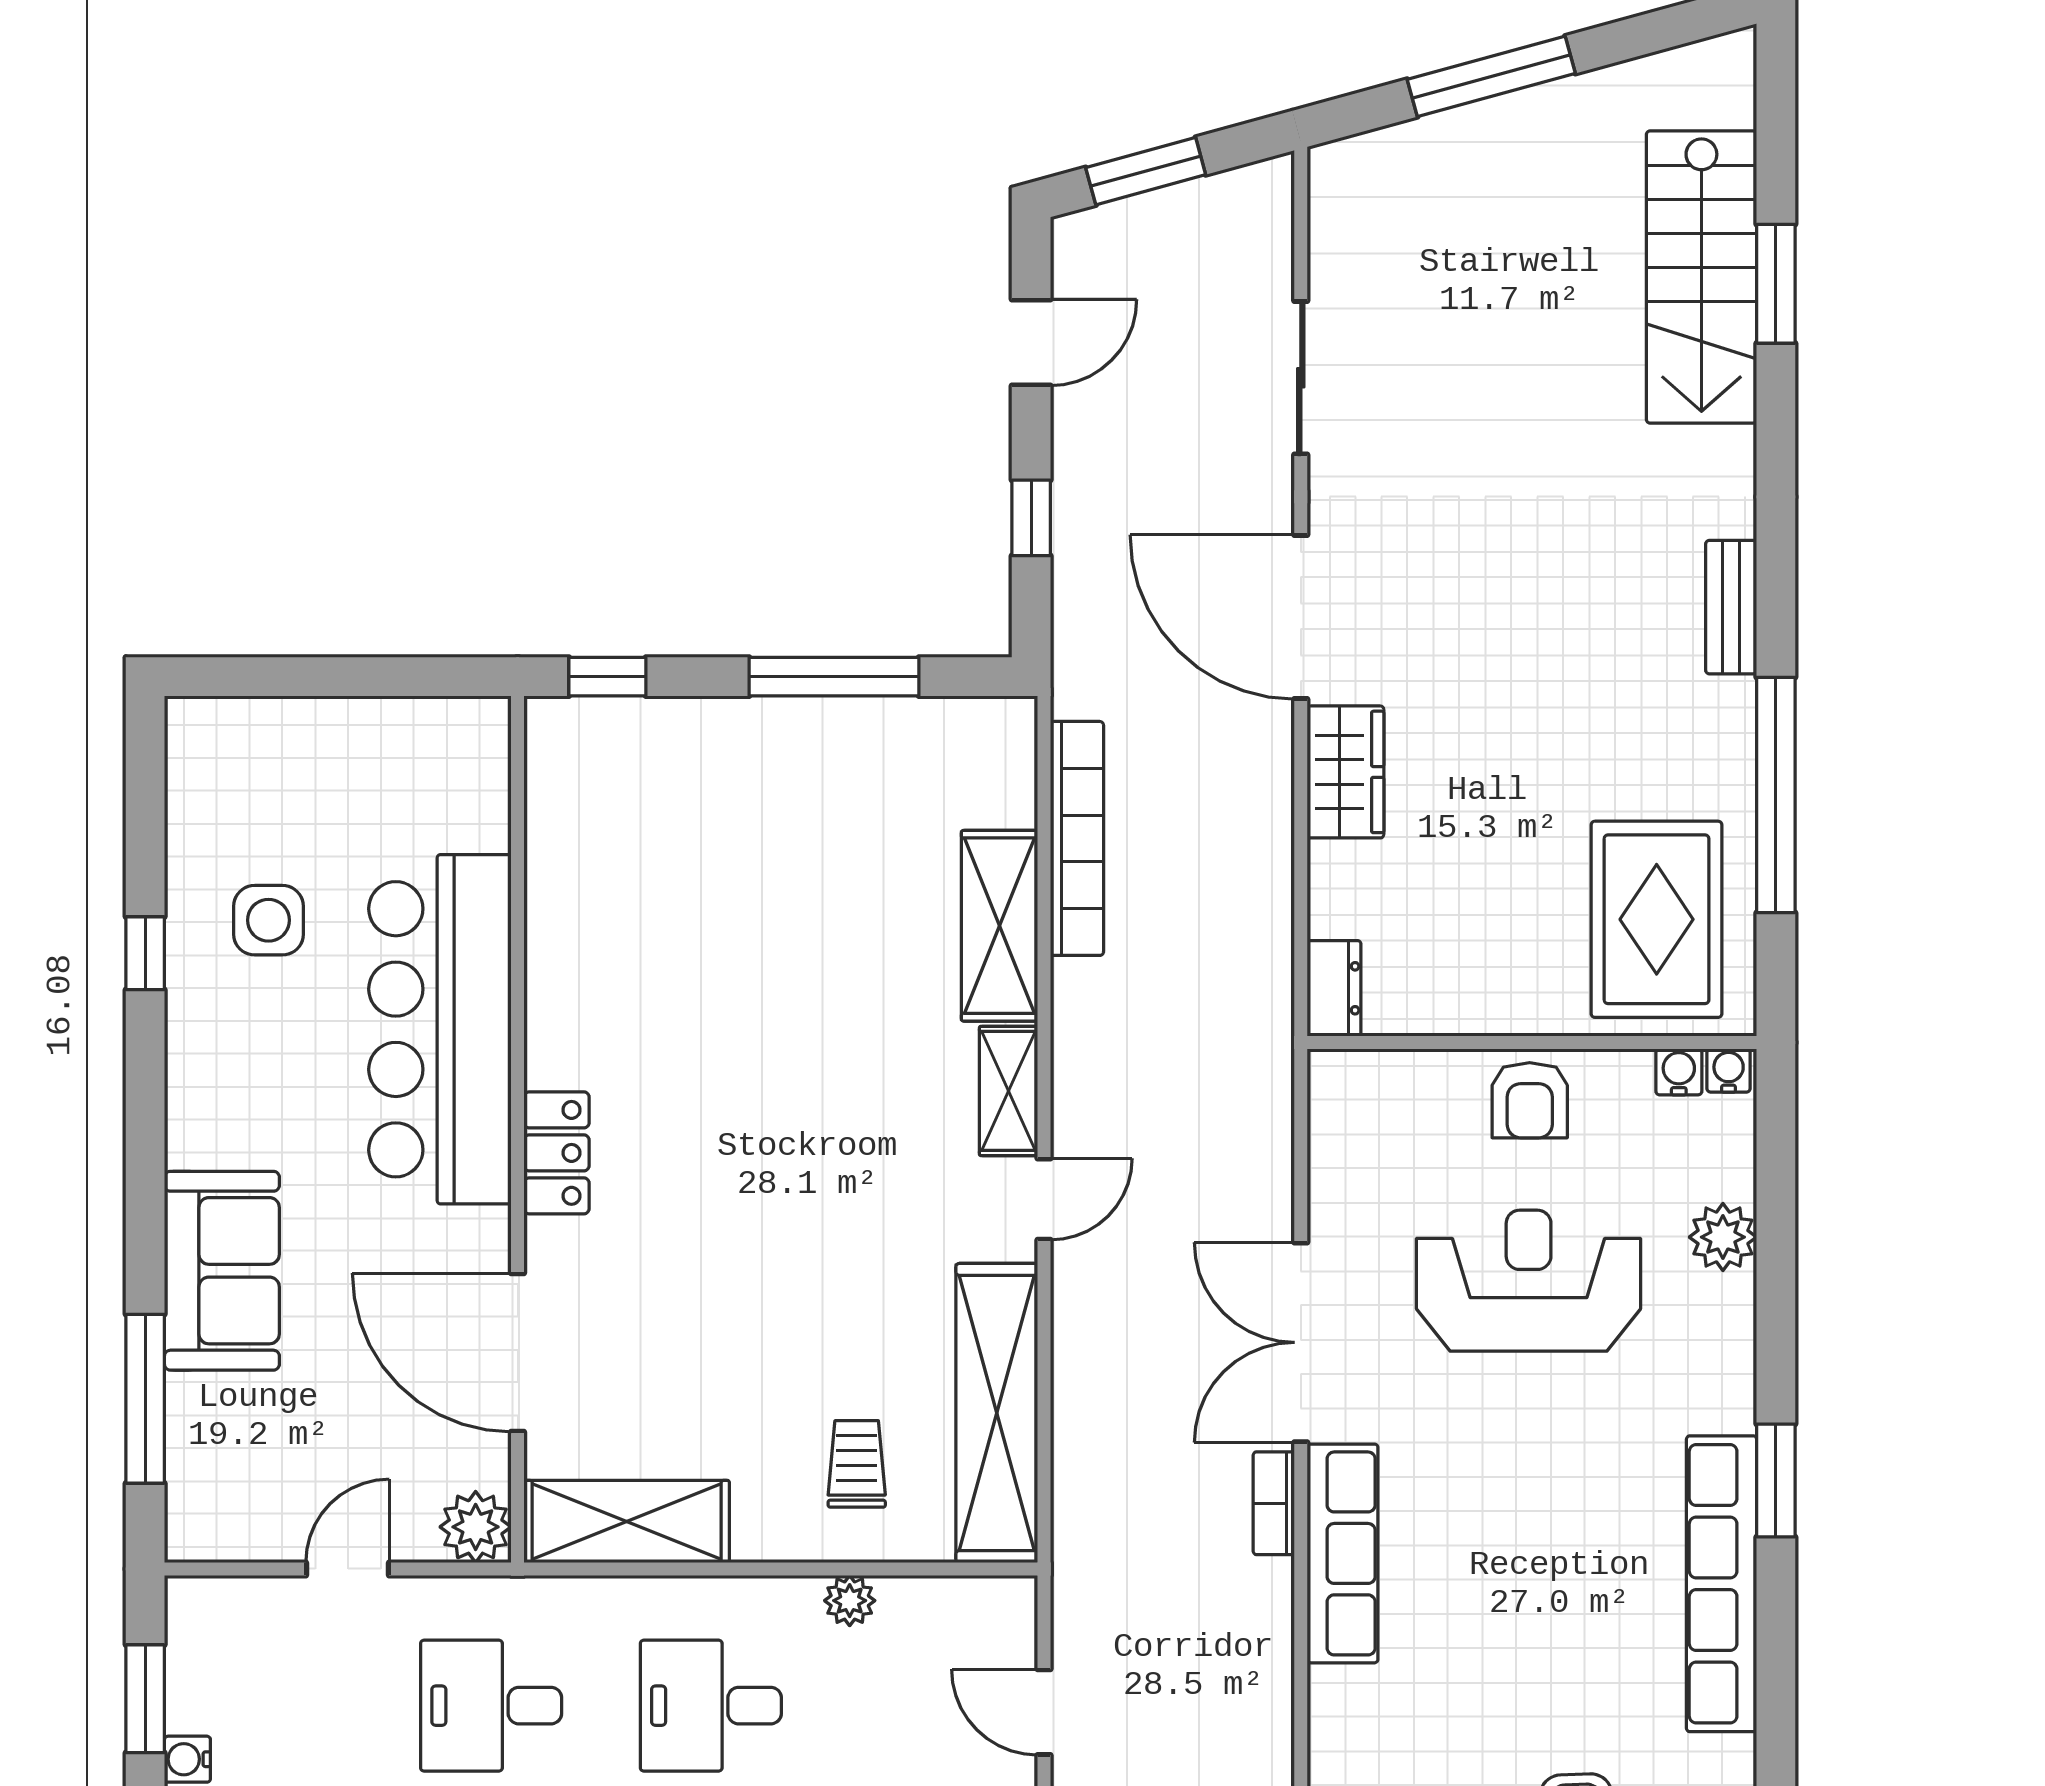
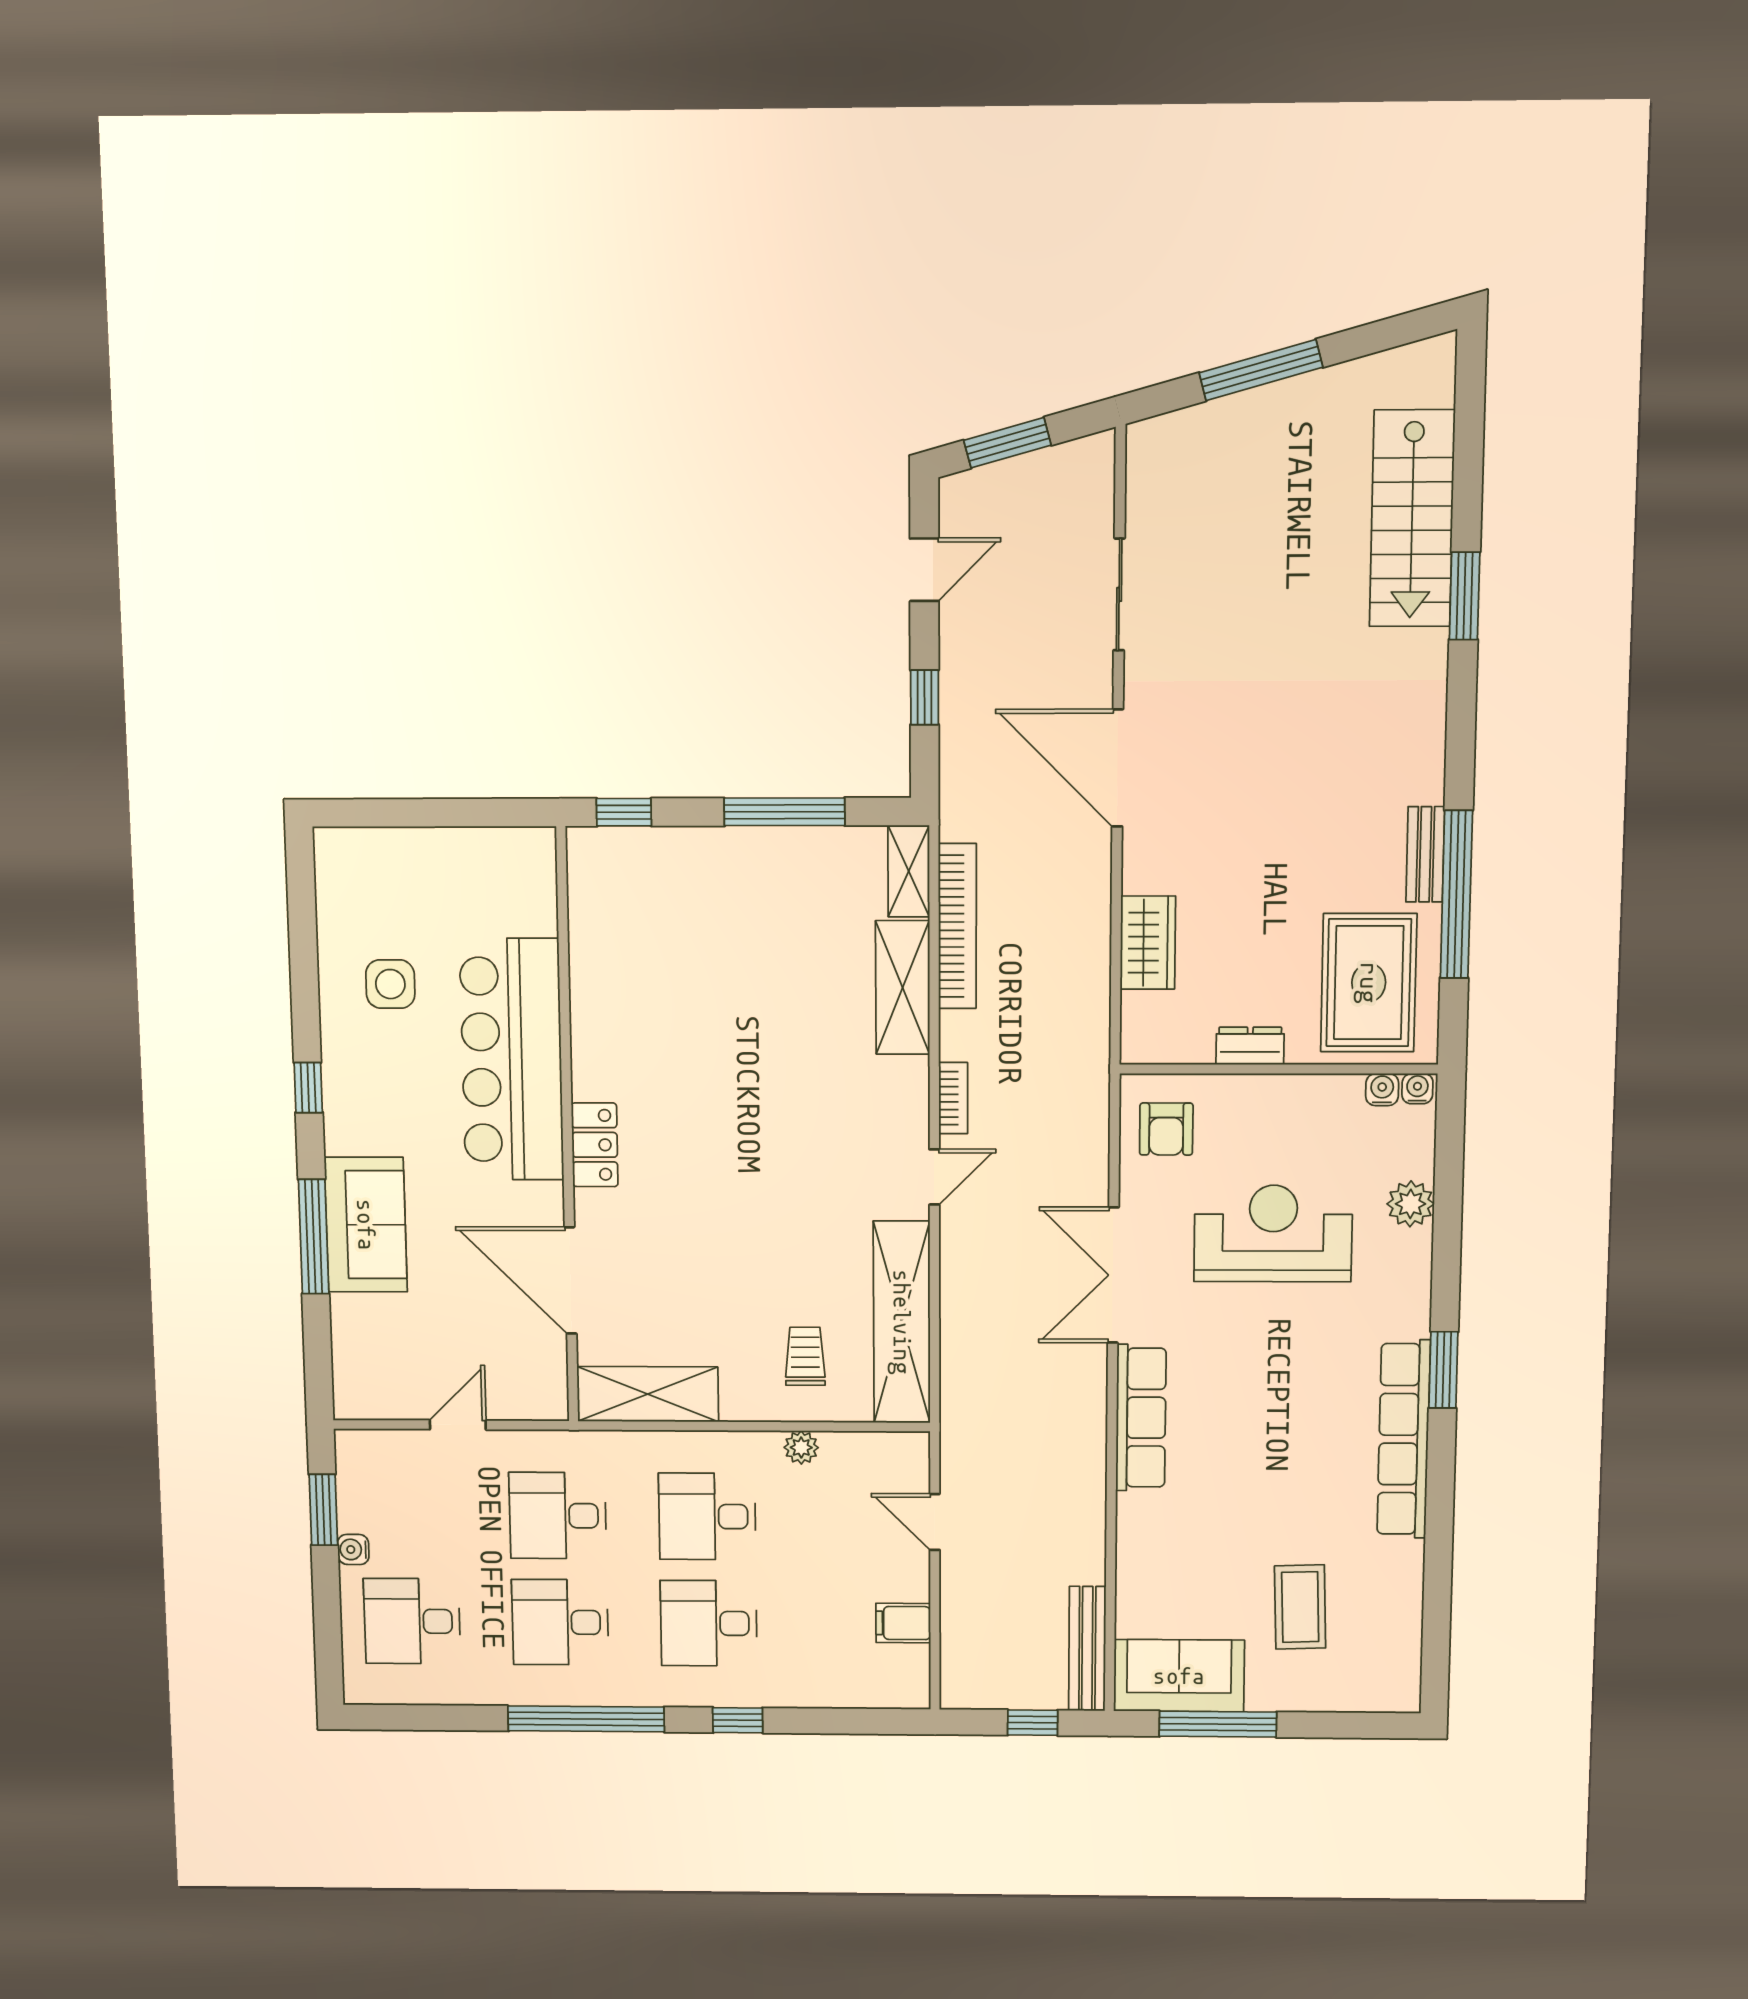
window: (1776, 284) -> (1464, 596), moved
bench: (1731, 607) -> (1425, 854), moved
wardrobe: (1345, 772) -> (1148, 943), moved
window: (145, 953) -> (308, 1088), moved
dresser: (1334, 988) -> (1250, 1046), moved, turned -90
shelving: (1008, 1091) -> (909, 871), moved
armchair: (1530, 1100) -> (1166, 1129), moved
window: (145, 1399) -> (314, 1237), moved
bookcase: (1274, 1503) -> (953, 1098), moved, turned 180
plant: (476, 1527) -> (544, 1397), removed

